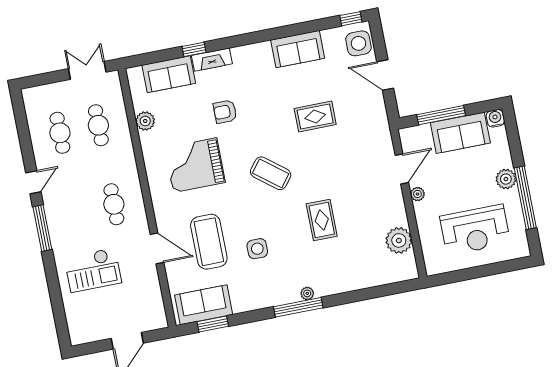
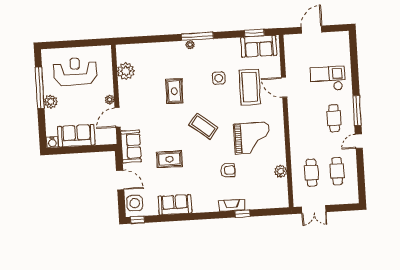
sofa: (169, 74) -> (131, 146), moved, turned 90
window: (441, 115) -> (87, 149), removed
cafe table: (114, 204) -> (334, 118), moved

